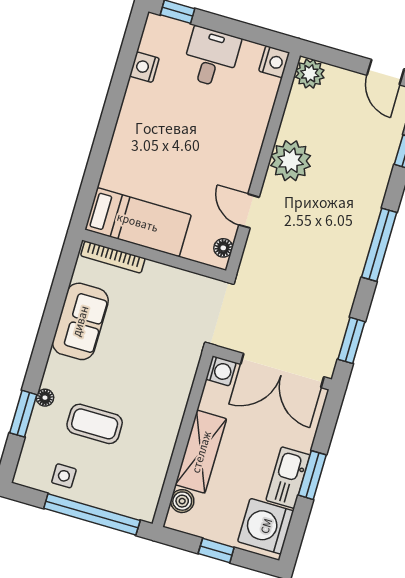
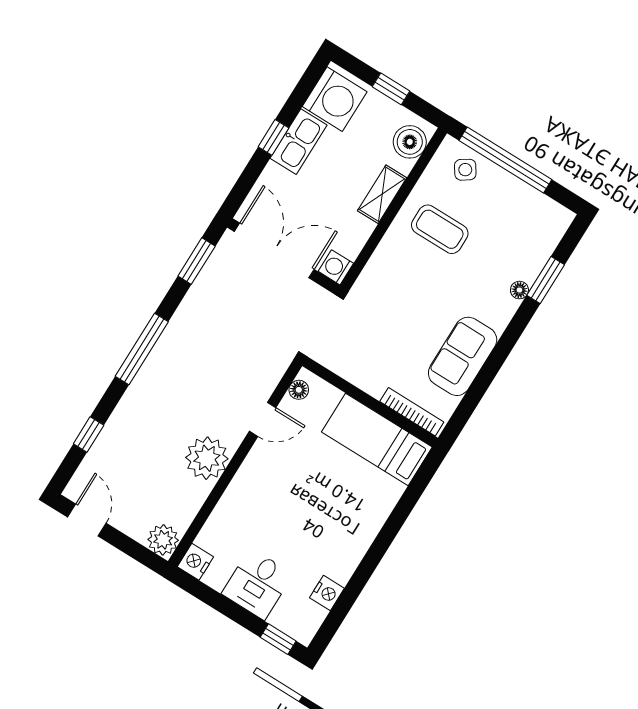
door: (249, 211) -> (263, 419), hinge flipped
coffee table: (95, 424) -> (440, 229), moved
shelving: (201, 452) -> (382, 194), width x0.67, depth x0.75
window: (312, 475) -> (274, 137), width x0.67
side table: (64, 476) -> (465, 170), moved, turned -34
boiler: (182, 501) -> (410, 142), width x1.36, depth x1.36

